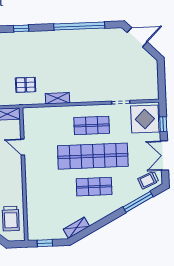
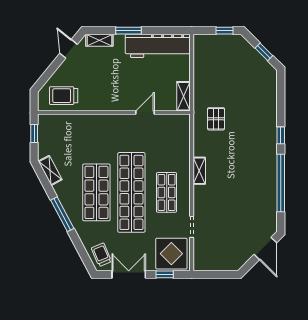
window: (21, 28) -> (281, 135), moved
shelving: (57, 98) -> (199, 171), moved
shop shelf: (94, 187) -> (96, 192), width x1.43, depth x1.36
window: (138, 202) -> (62, 214), moved

